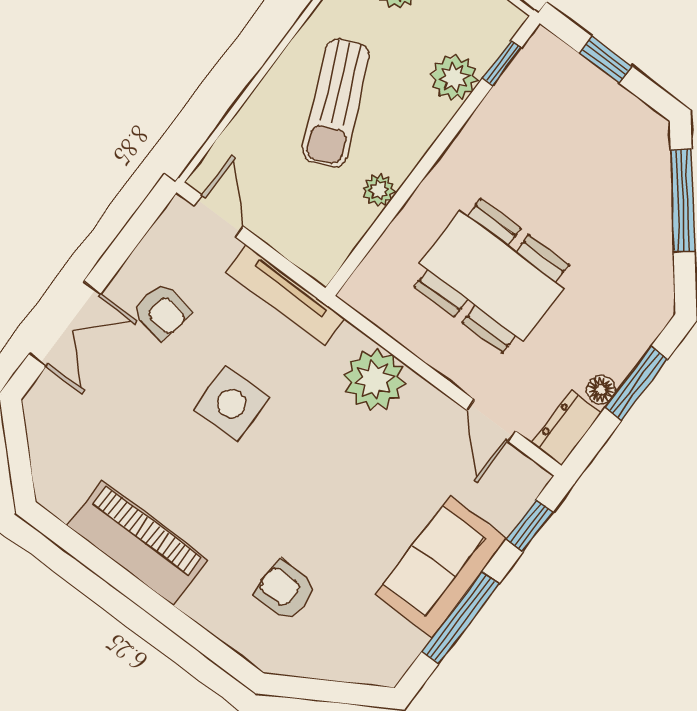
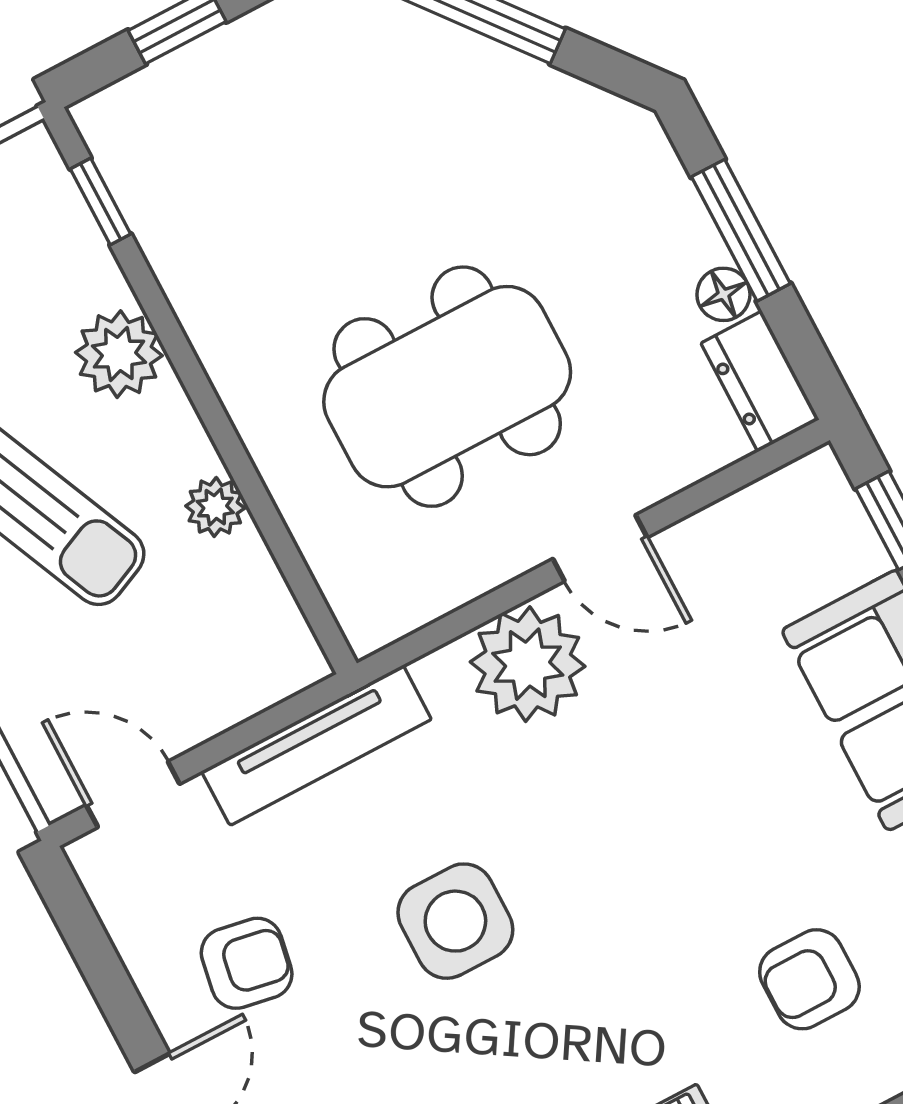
plant: (454, 78) -> (119, 354), moved
door: (491, 421) -> (600, 548), moved

